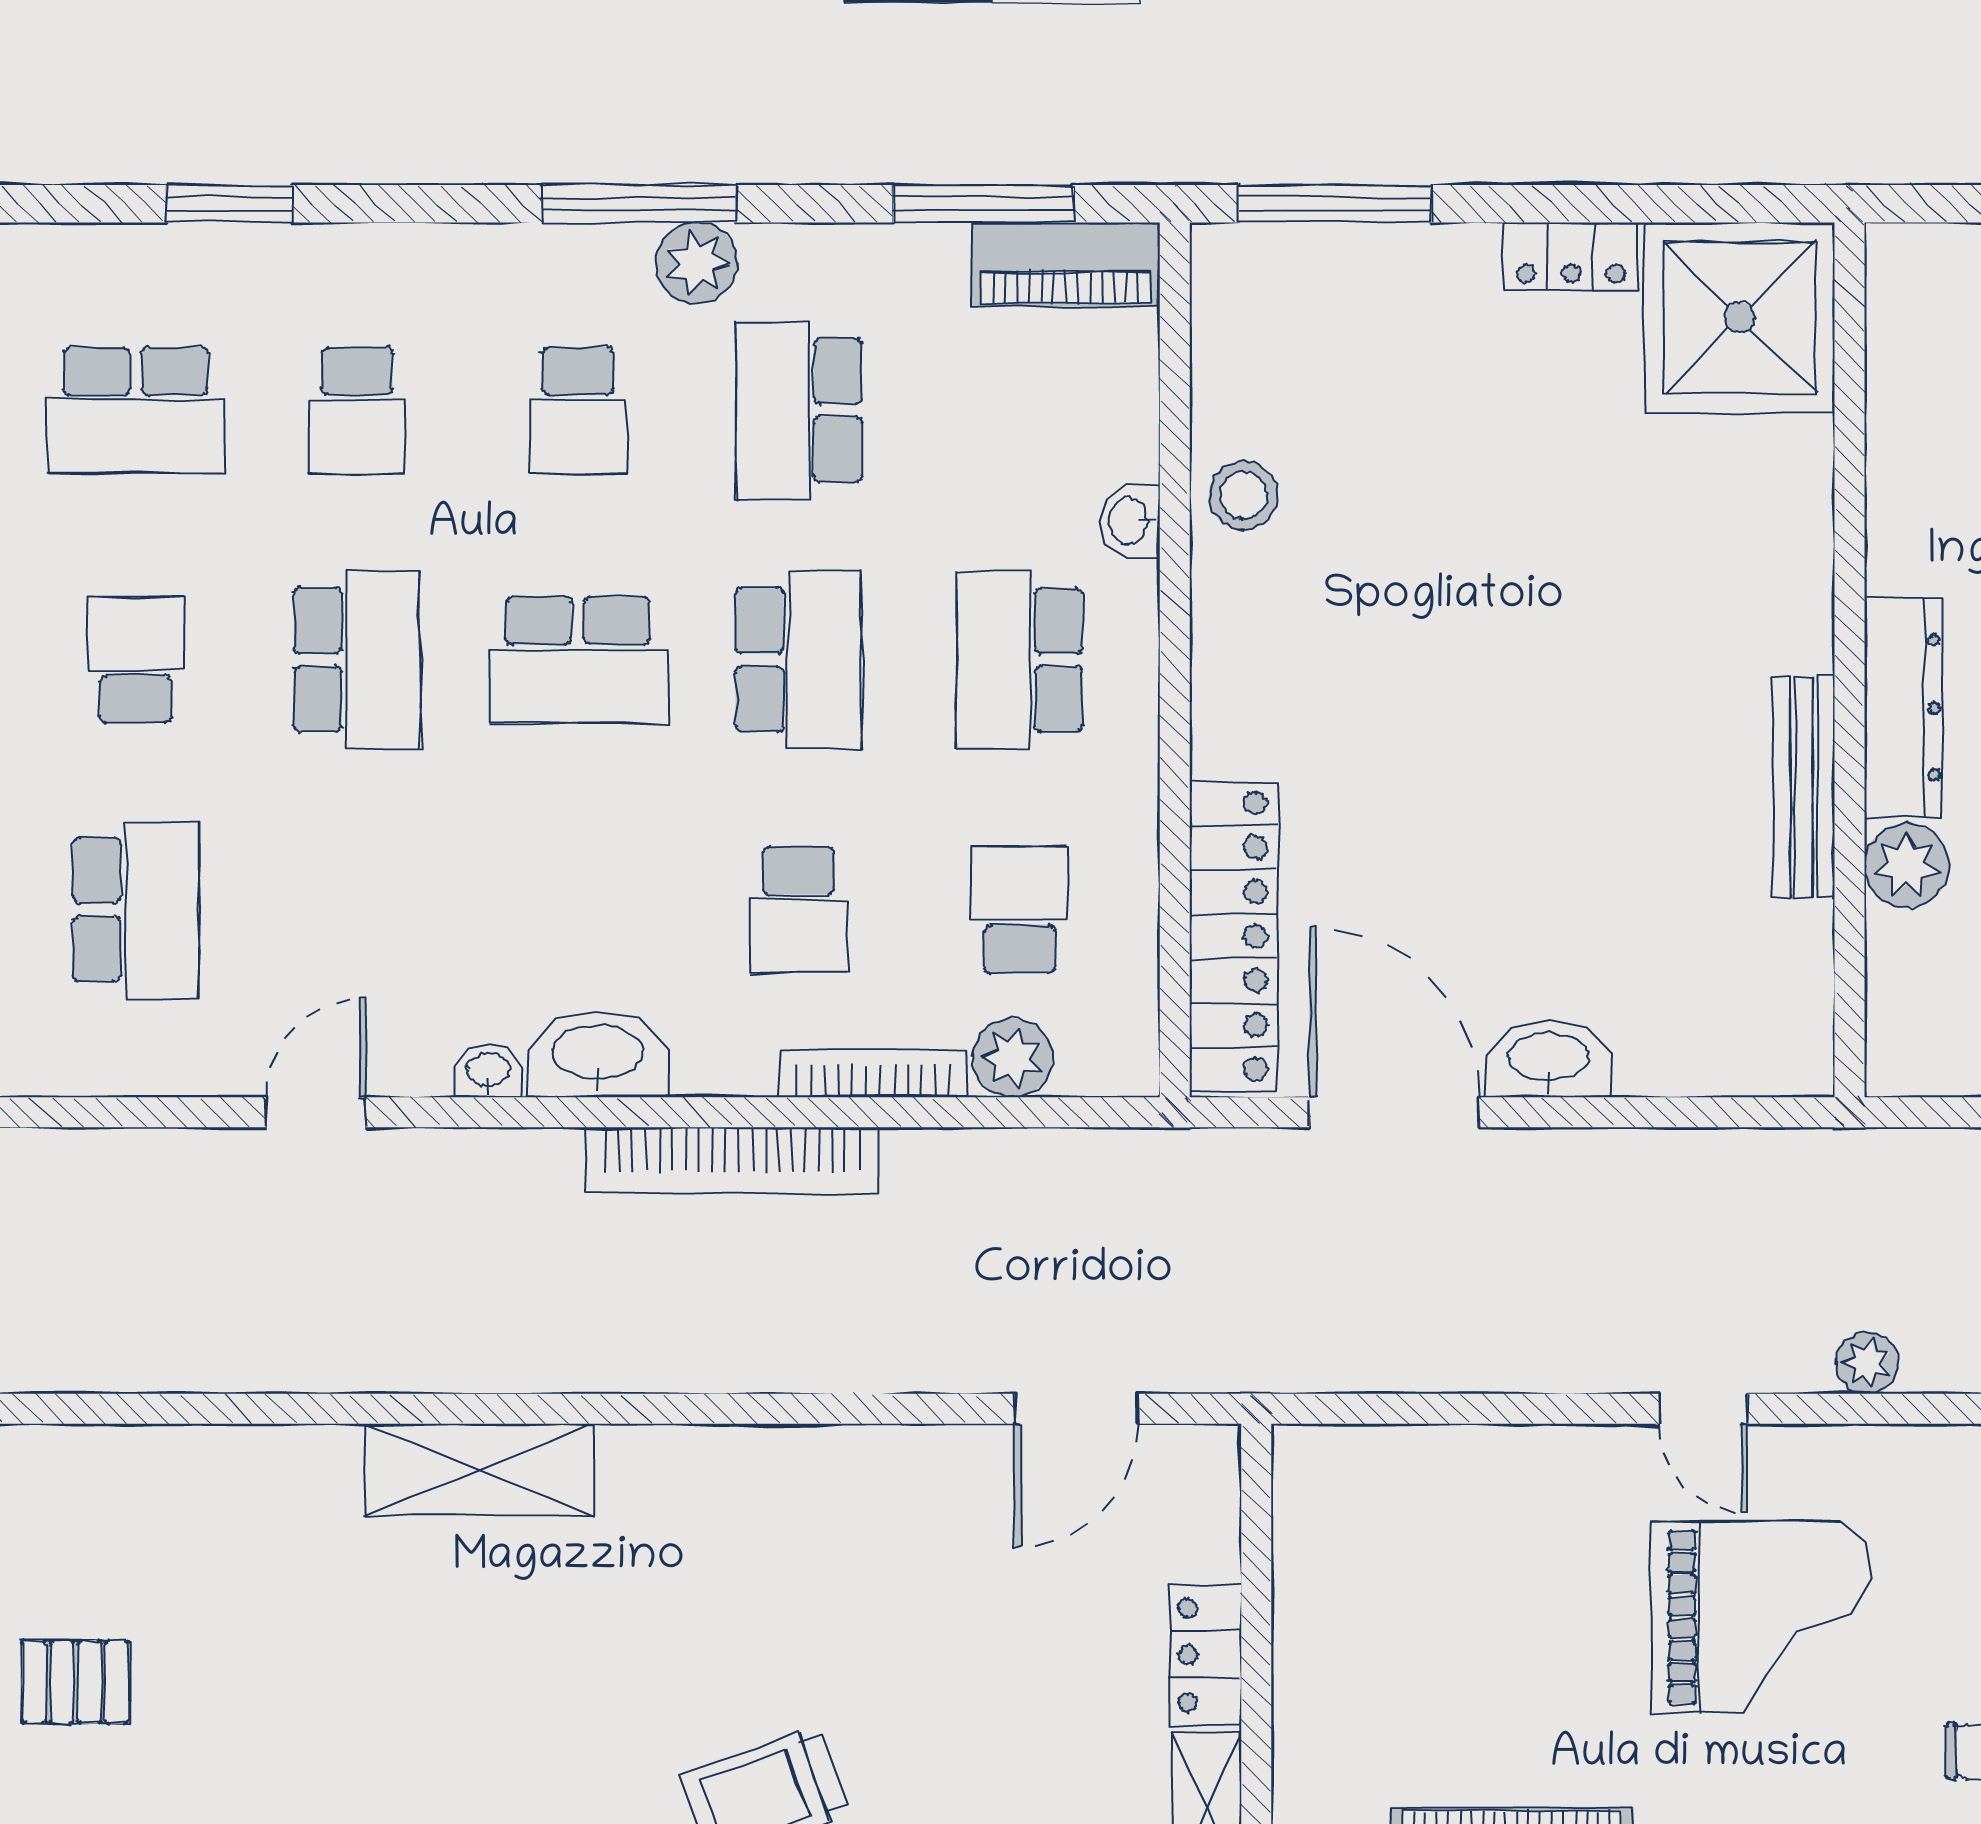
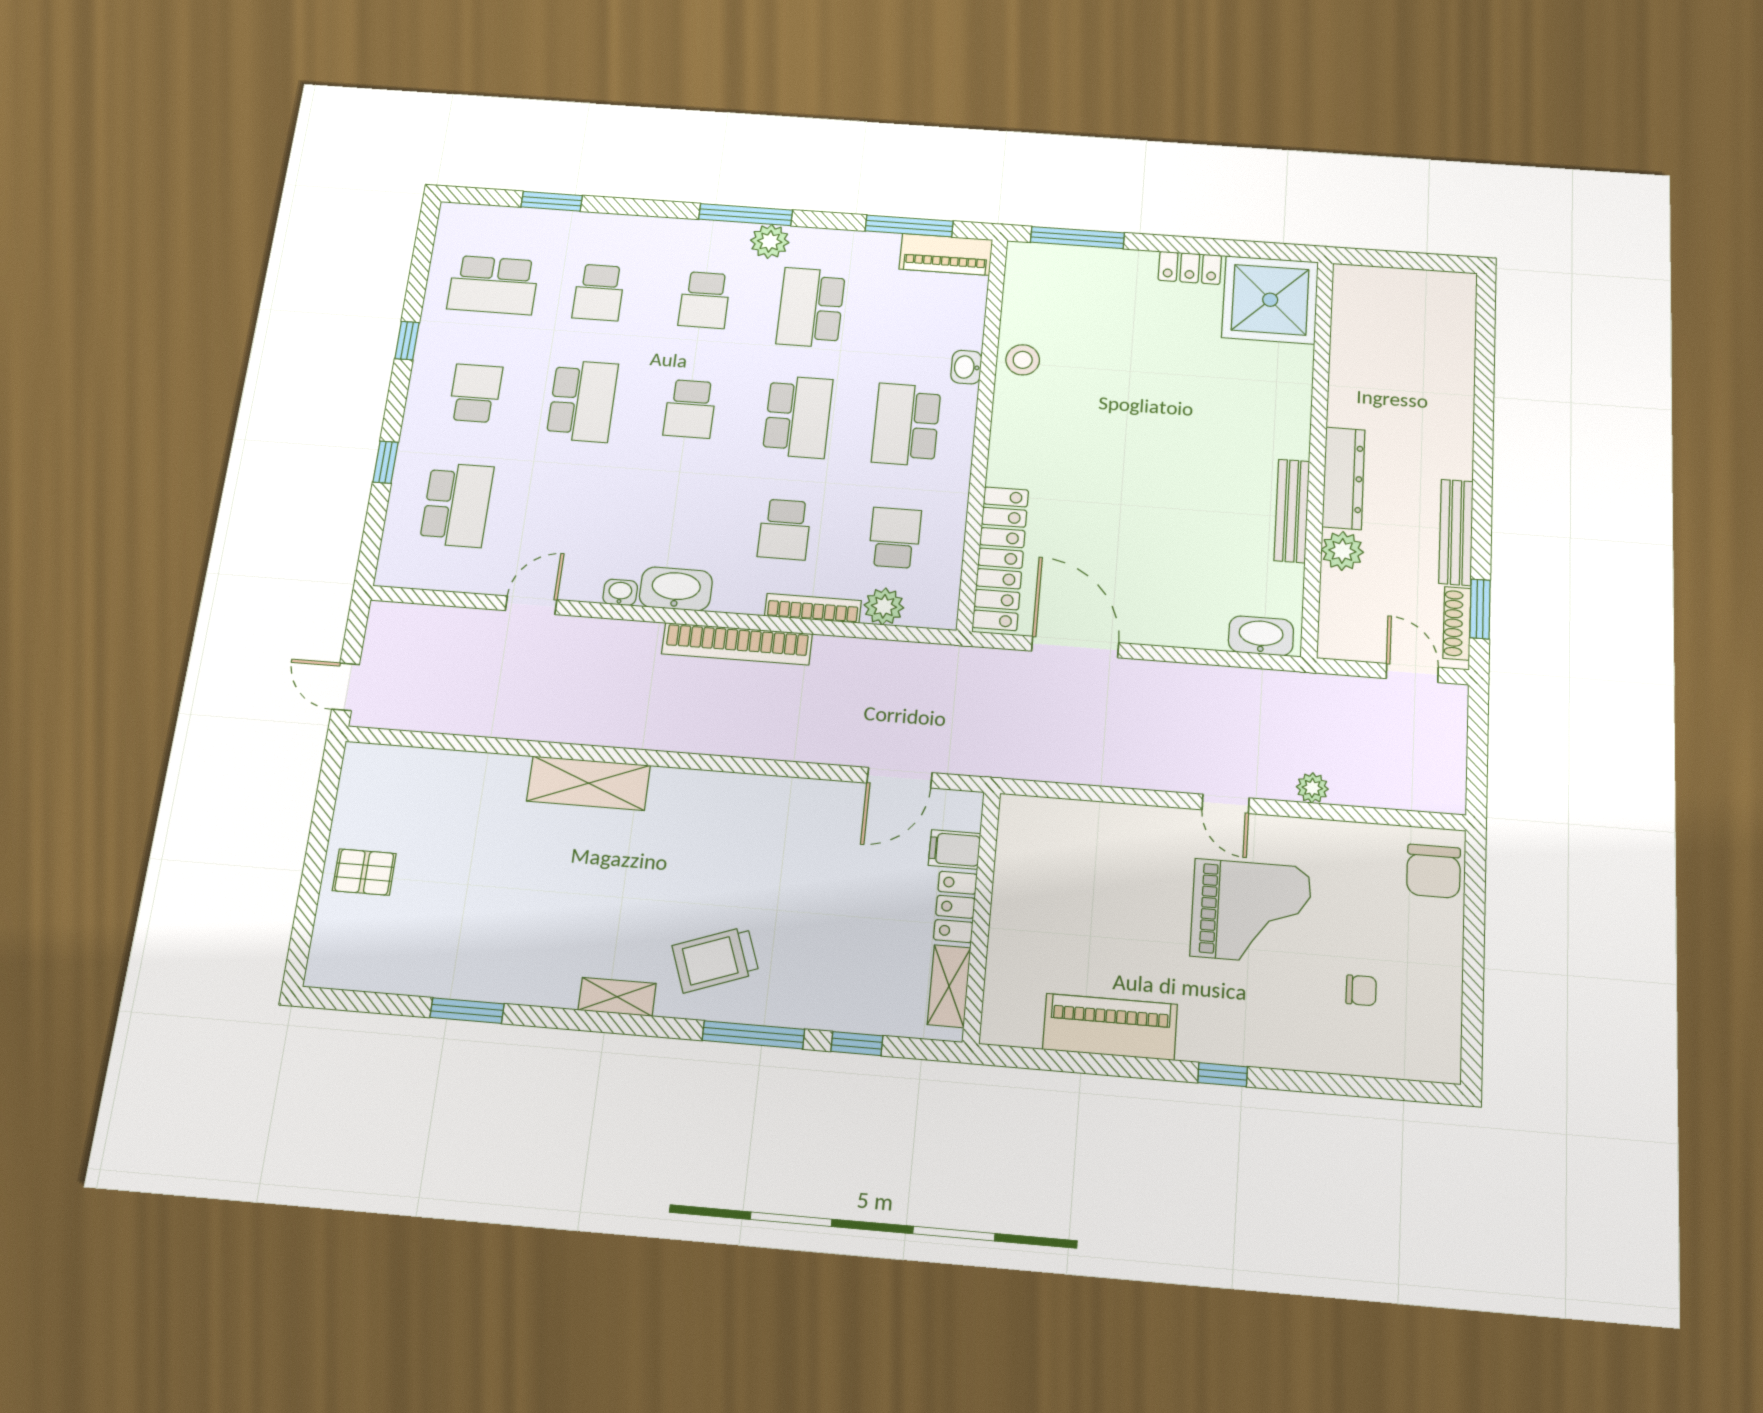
school desk: (578, 660) -> (690, 409), width x0.54
washbasin: (1548, 1059) -> (1261, 636), moved
filing cabinet: (1194, 1543) -> (955, 849), added

